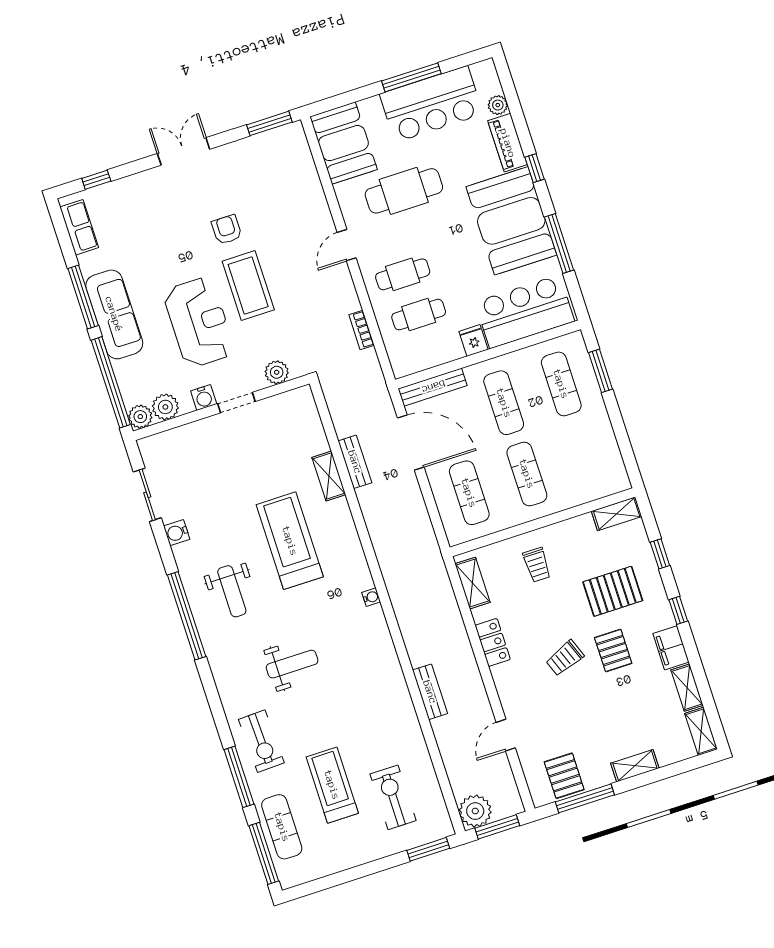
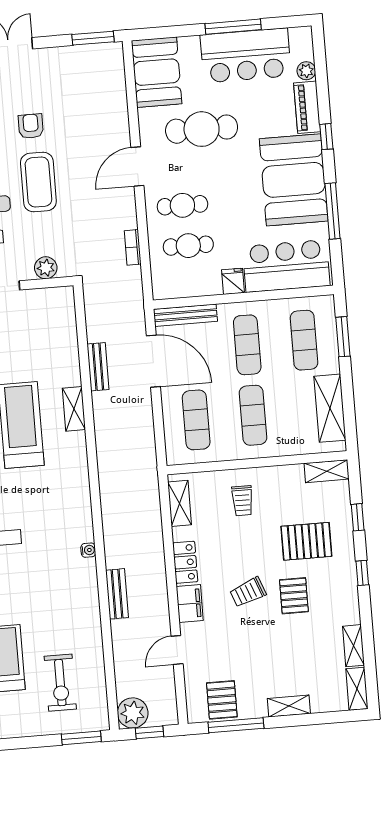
door: (347, 245) -> (137, 166), width x1.38
shelving: (605, 448) -> (330, 408), added
shelving: (329, 476) -> (74, 409), moved
water cooler: (371, 597) -> (88, 550), moved
filing cabinet: (671, 648) -> (190, 604), moved, turned 180
exercise bike: (393, 797) -> (60, 683), turned 180
window: (497, 827) -> (149, 732), width x0.67

